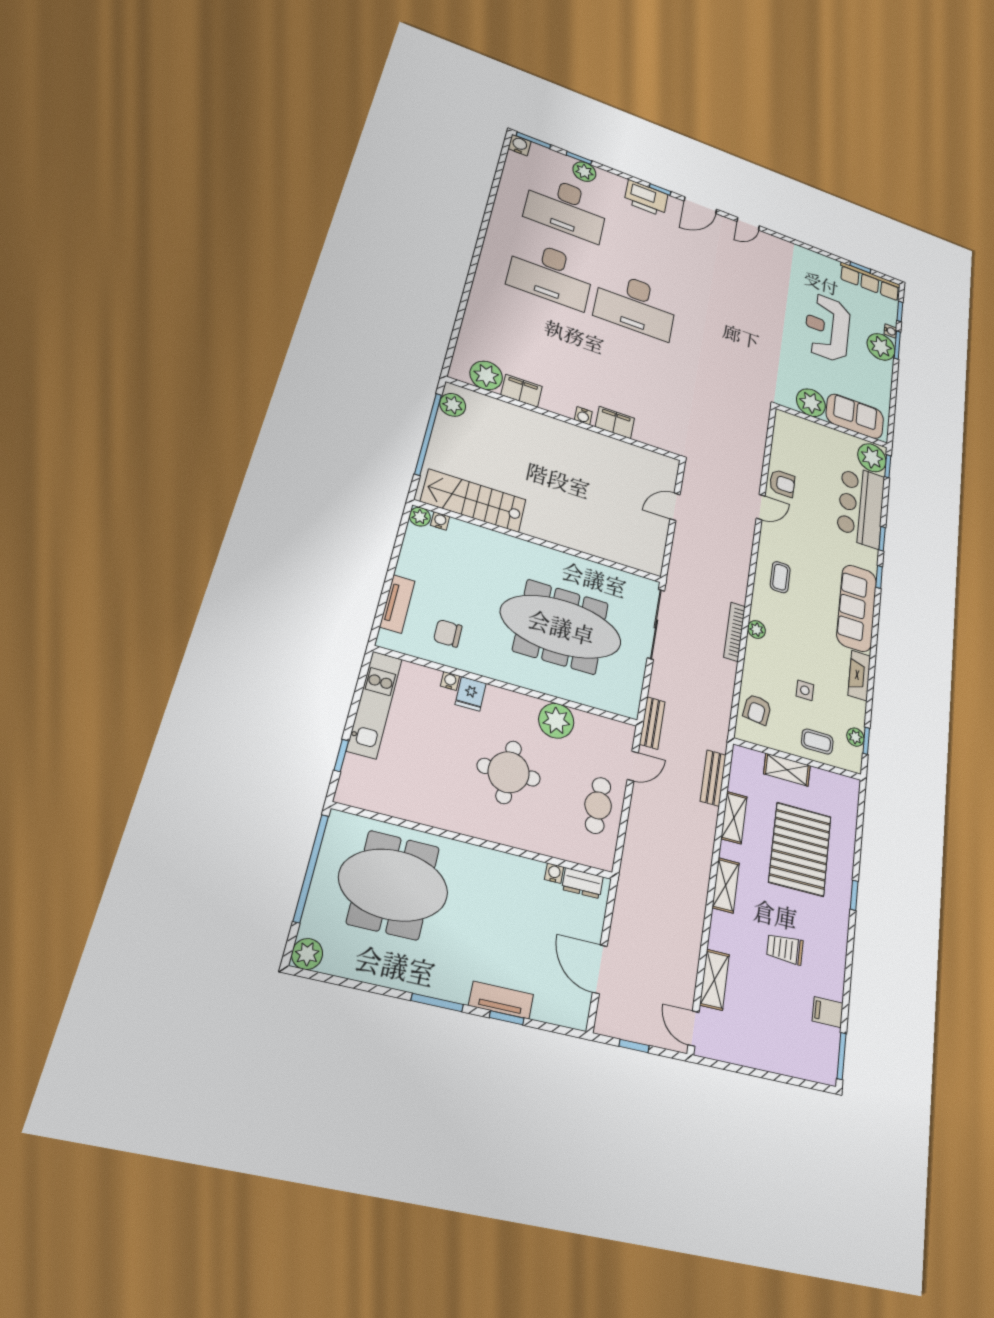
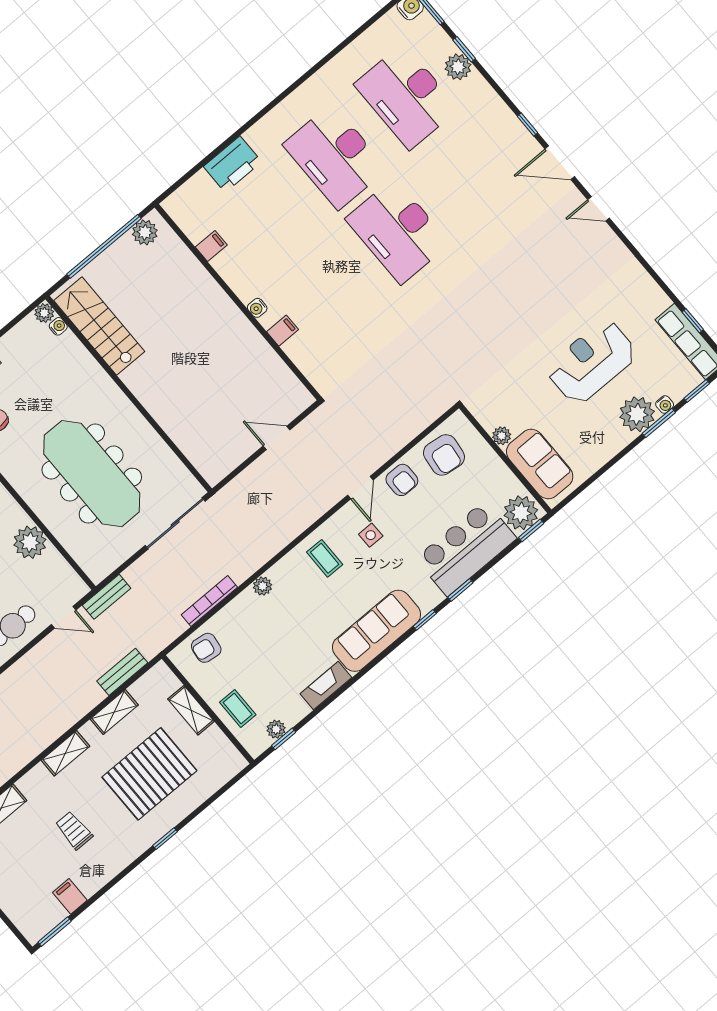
printer: (646, 198) -> (233, 164), moved, turned -90
plant: (486, 375) -> (196, 222), removed
filing cabinet: (522, 391) -> (211, 246), width x0.50
plant: (811, 403) -> (502, 436), width x0.53, depth x0.53
filing cabinet: (615, 422) -> (282, 331), width x0.50
armchair: (793, 448) -> (444, 455), added
door: (761, 507) -> (360, 488), hinge flipped
coffee table: (780, 577) -> (325, 558), turned 90
bookcase: (735, 632) -> (209, 601), moved
side table: (805, 690) -> (371, 535), moved

